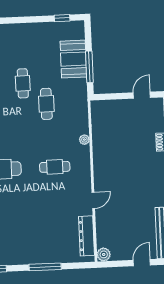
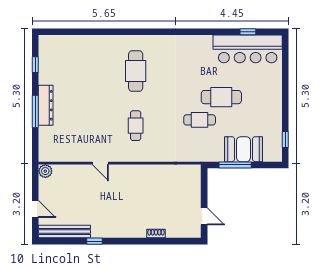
cafe table: (23, 83) -> (221, 97), width x1.37, depth x1.35
plant: (84, 140) -> (162, 157), removed
dresser: (87, 236) -> (46, 105), moved, turned 90

